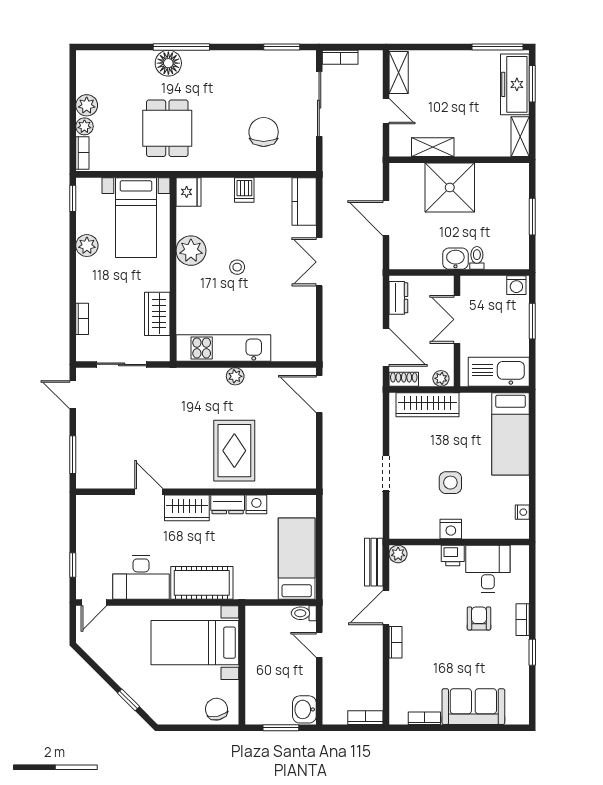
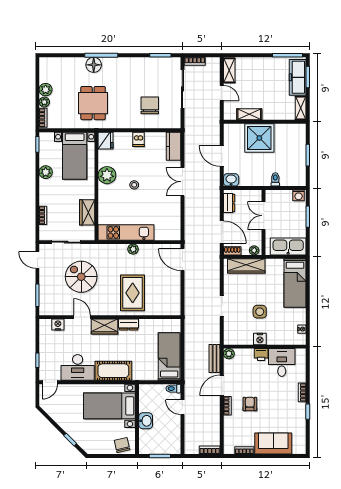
washbasin: (455, 259) -> (231, 180), moved
spiral stairs: (147, 423) -> (81, 277), added
nightstand: (256, 504) -> (58, 325), moved
armchair: (479, 618) -> (250, 404), moved
washbasin: (304, 709) -> (146, 421), moved, turned 180

